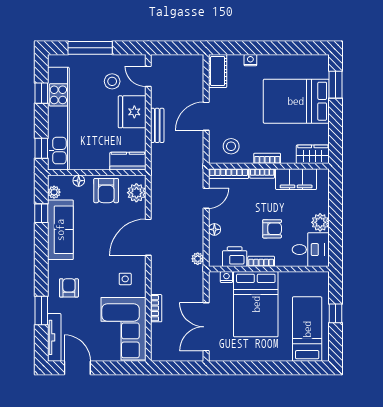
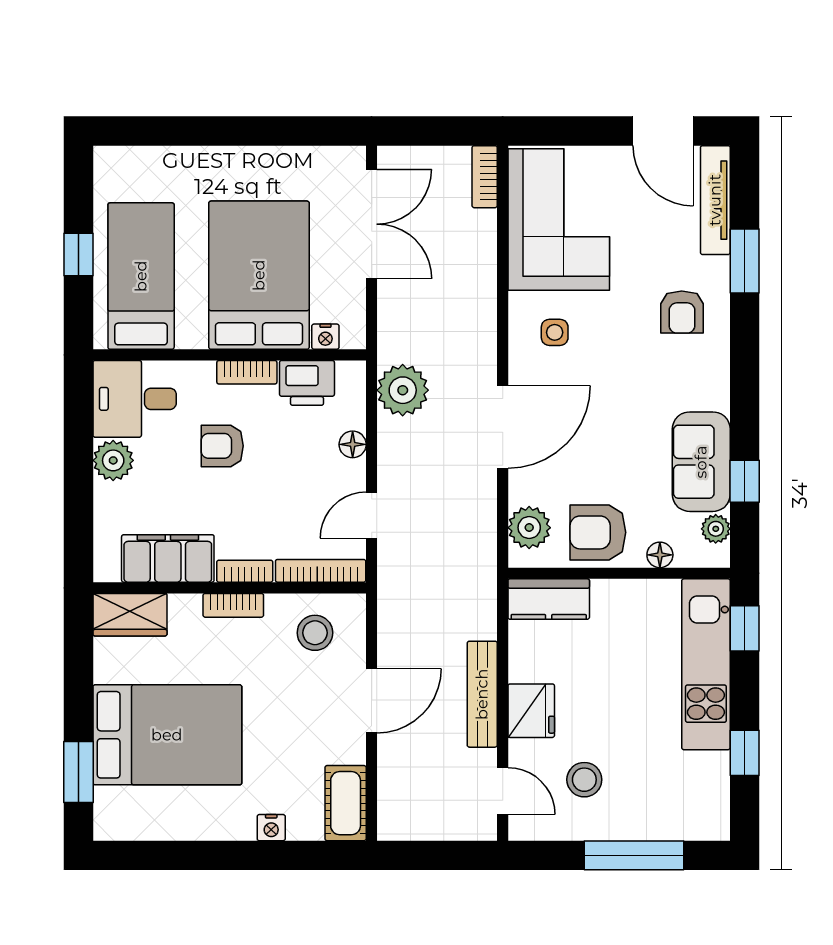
fridge: (132, 112) -> (531, 711), width x0.73, depth x0.75
kitchen unit: (58, 119) -> (706, 664), width x0.73
bench: (157, 125) -> (482, 694), width x1.36
armchair: (106, 191) -> (598, 532), turned -90
sofa: (60, 230) -> (701, 462), width x0.73
plant: (198, 259) -> (403, 390), width x1.88, depth x1.88
bookcase: (156, 308) -> (485, 177), moved
bed: (307, 329) -> (141, 276), moved, turned 180

